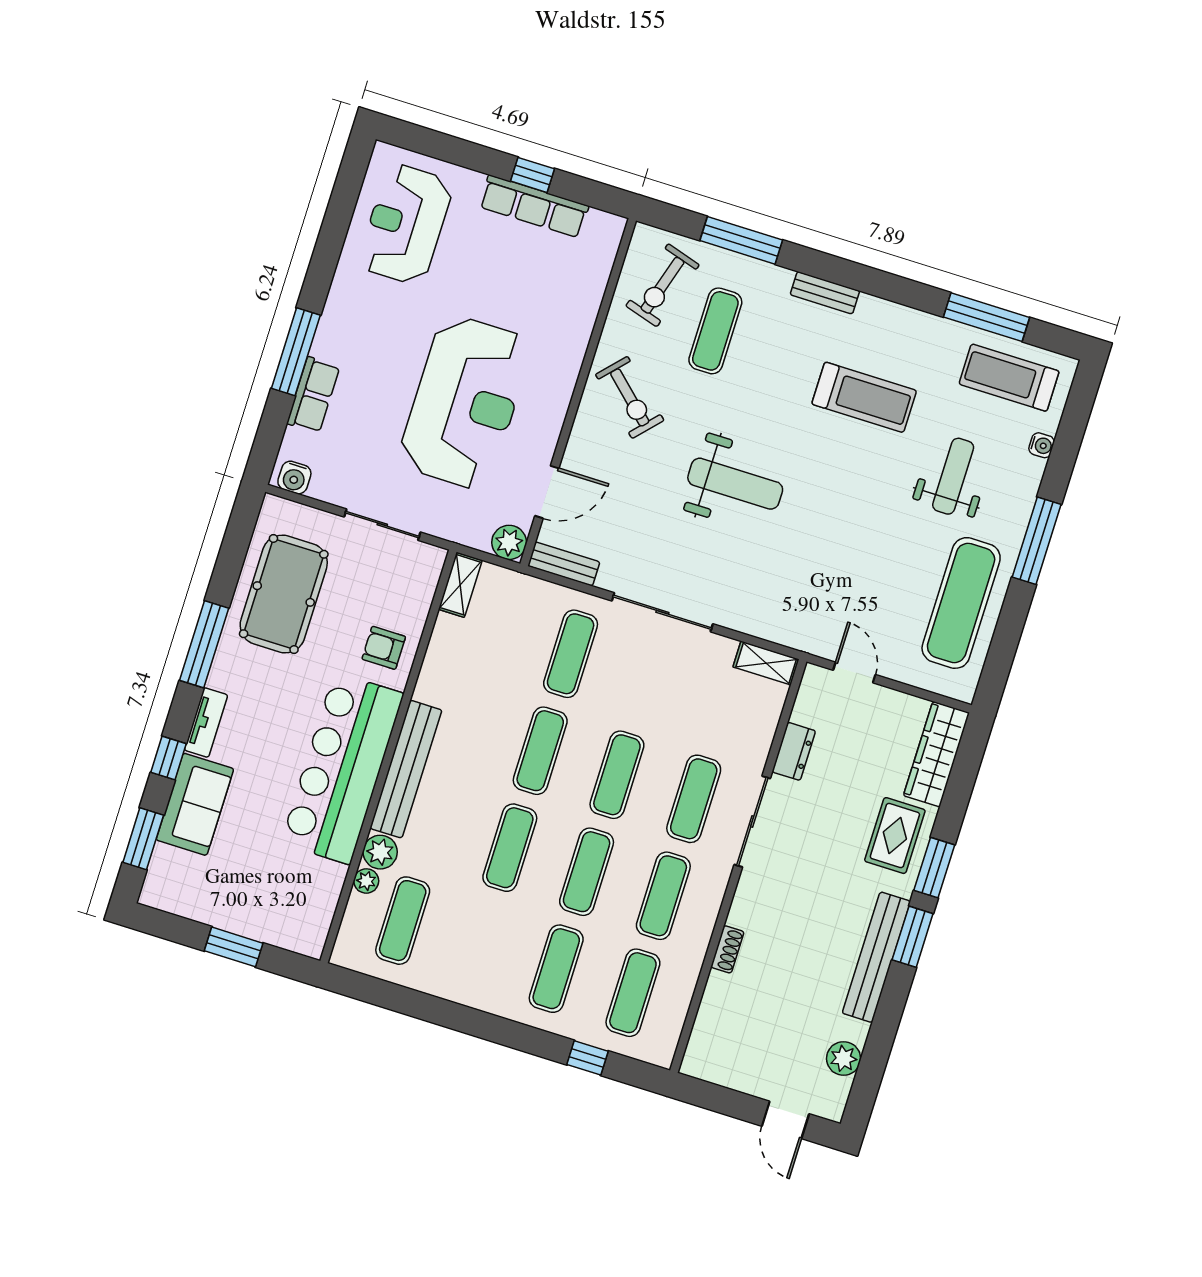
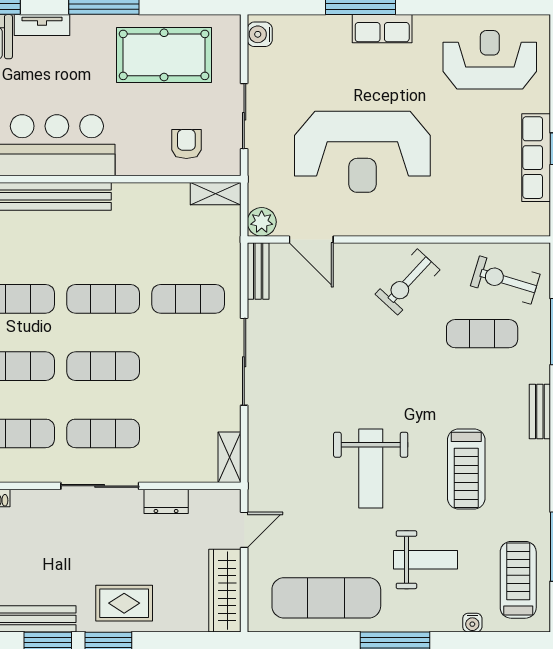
row of seats: (313, 395) -> (382, 29), moved
weight bench: (735, 484) -> (371, 469), moved
armchair: (384, 648) -> (186, 144), moved
wardrobe: (937, 754) -> (225, 591), moved, turned -90

